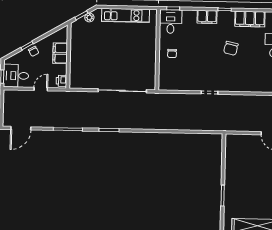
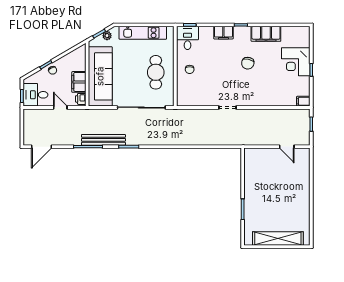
filing cabinet: (60, 53) -> (79, 82), moved
cafe table: (138, 56) -> (156, 72), added
sofa: (82, 59) -> (100, 76), added
door: (41, 89) -> (60, 107), hinge flipped
bench: (84, 123) -> (103, 140), added

